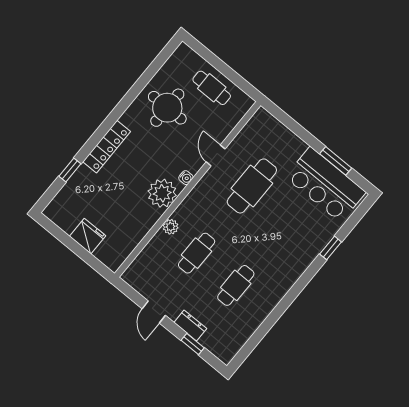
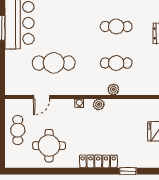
door: (216, 155) -> (42, 97), moved
plant: (162, 193) -> (99, 105), width x0.53, depth x0.53

